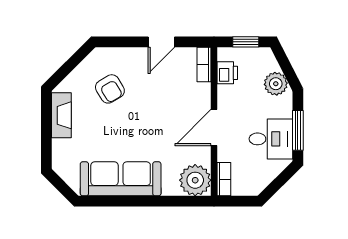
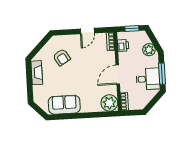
sofa: (121, 179) -> (64, 105), width x0.73

